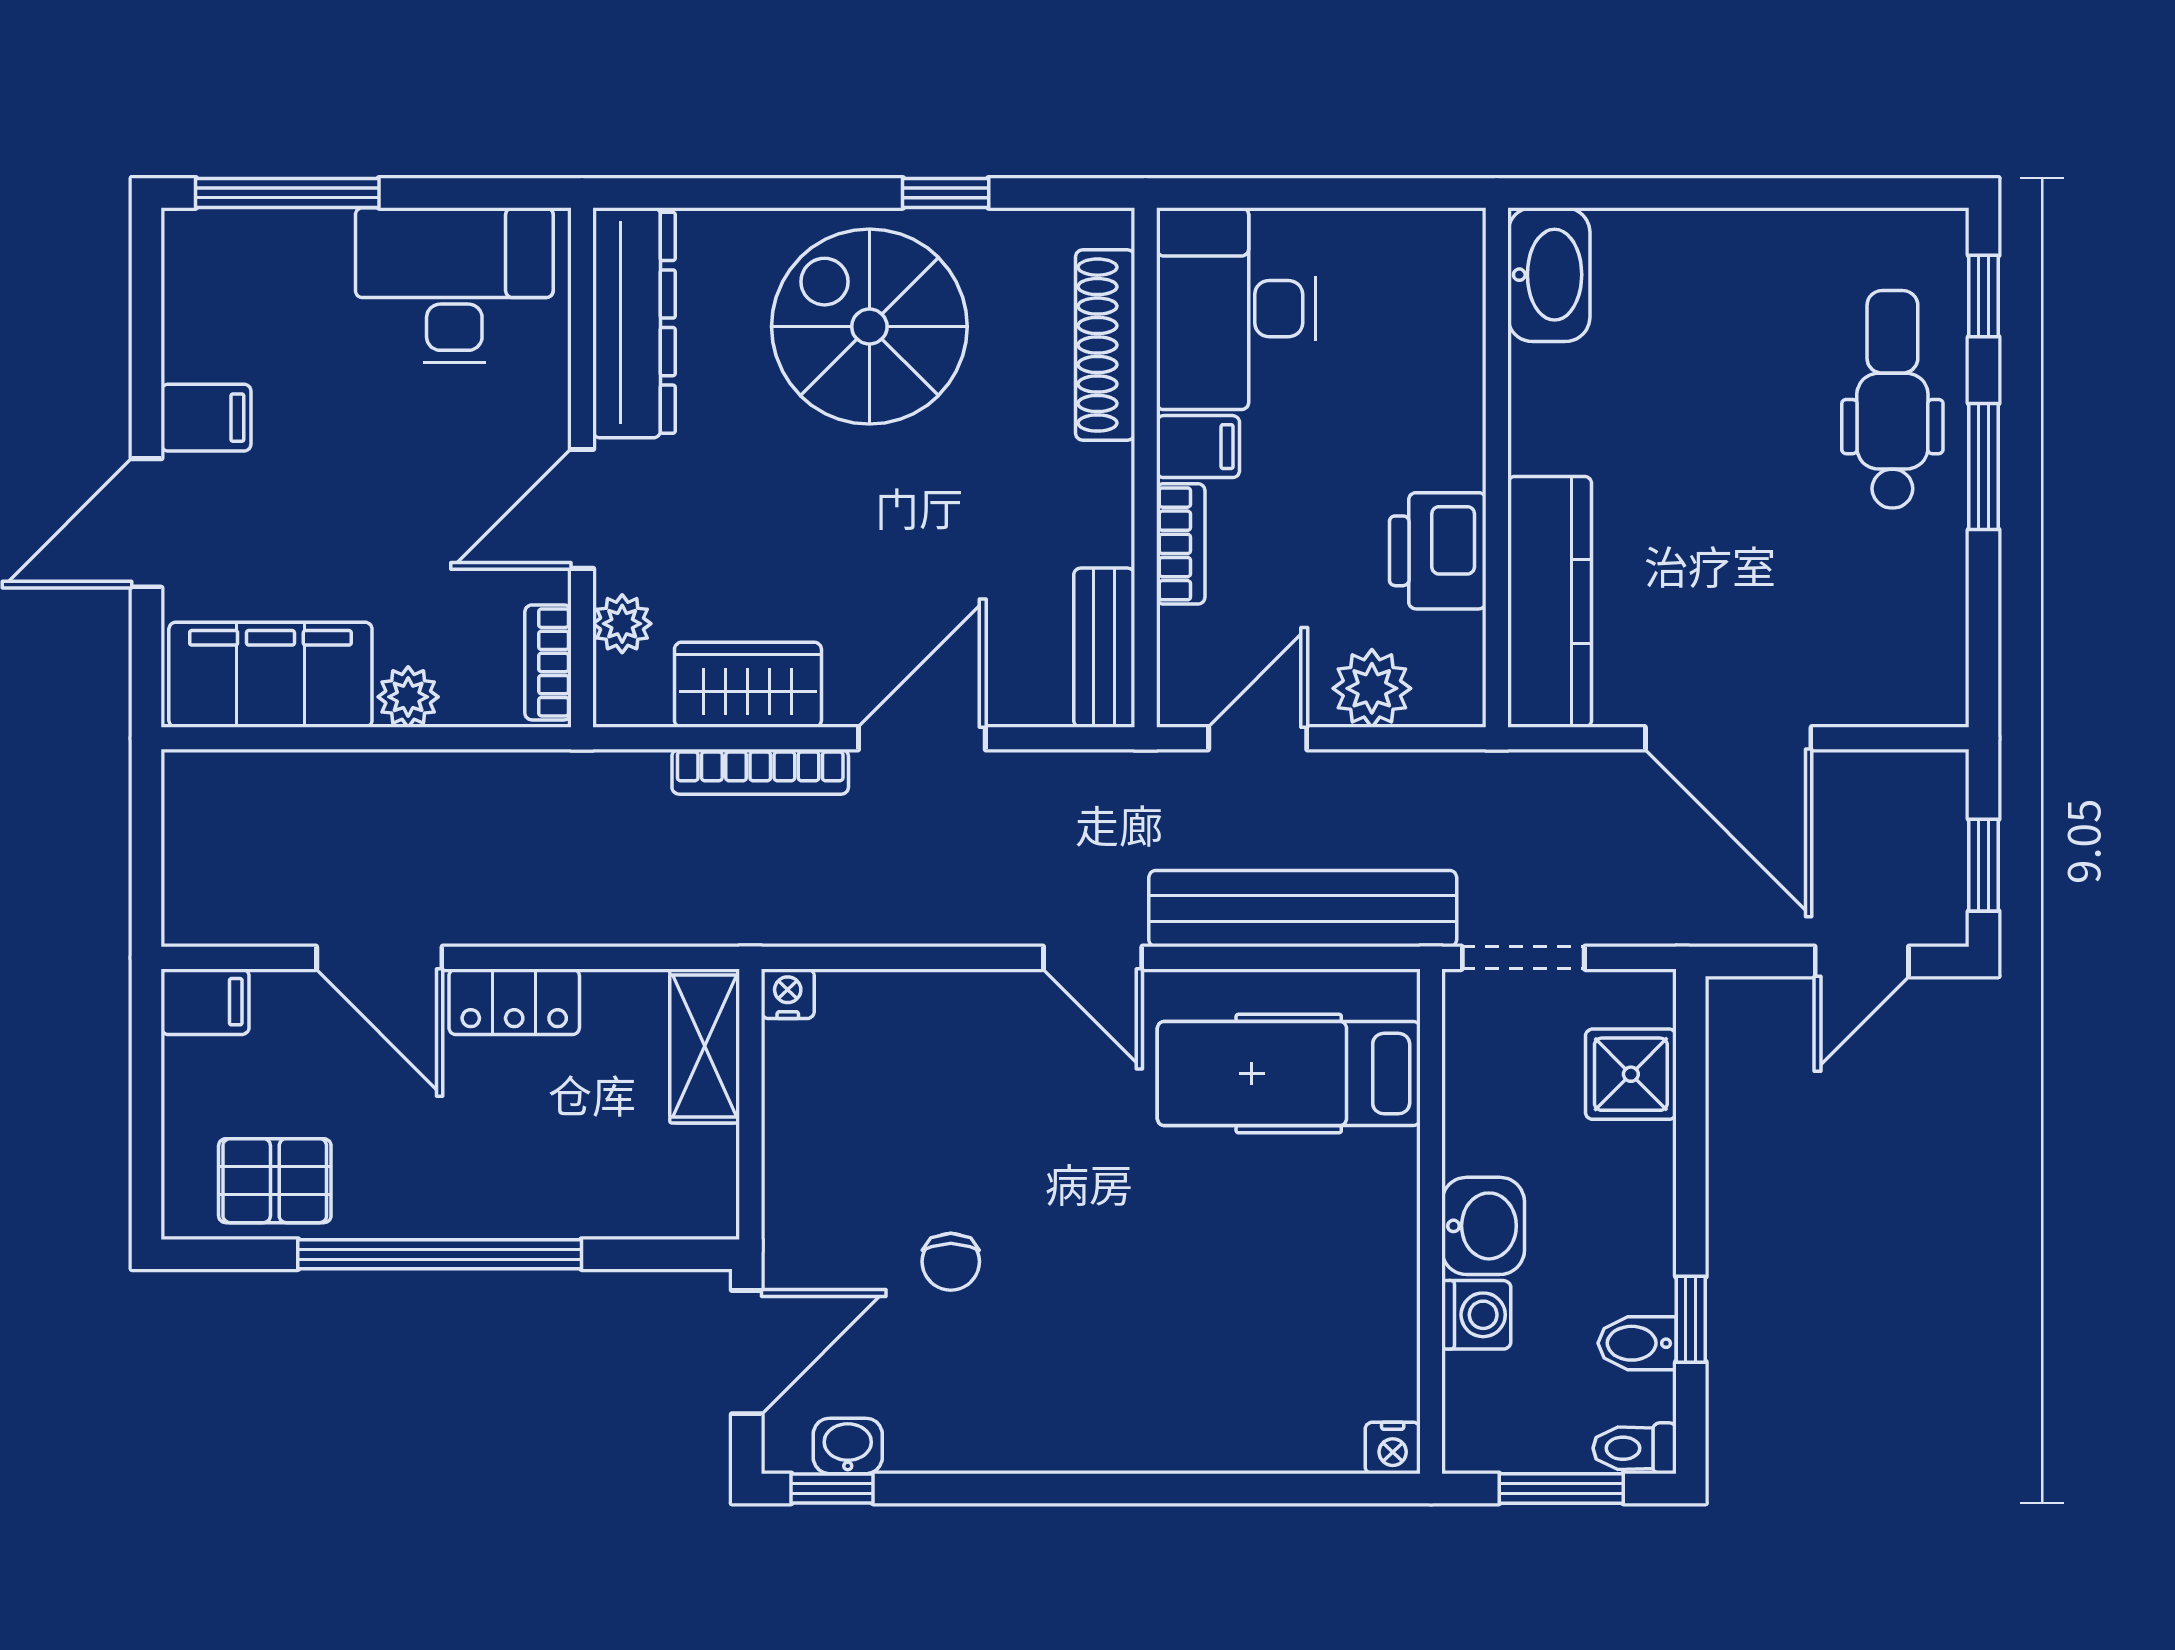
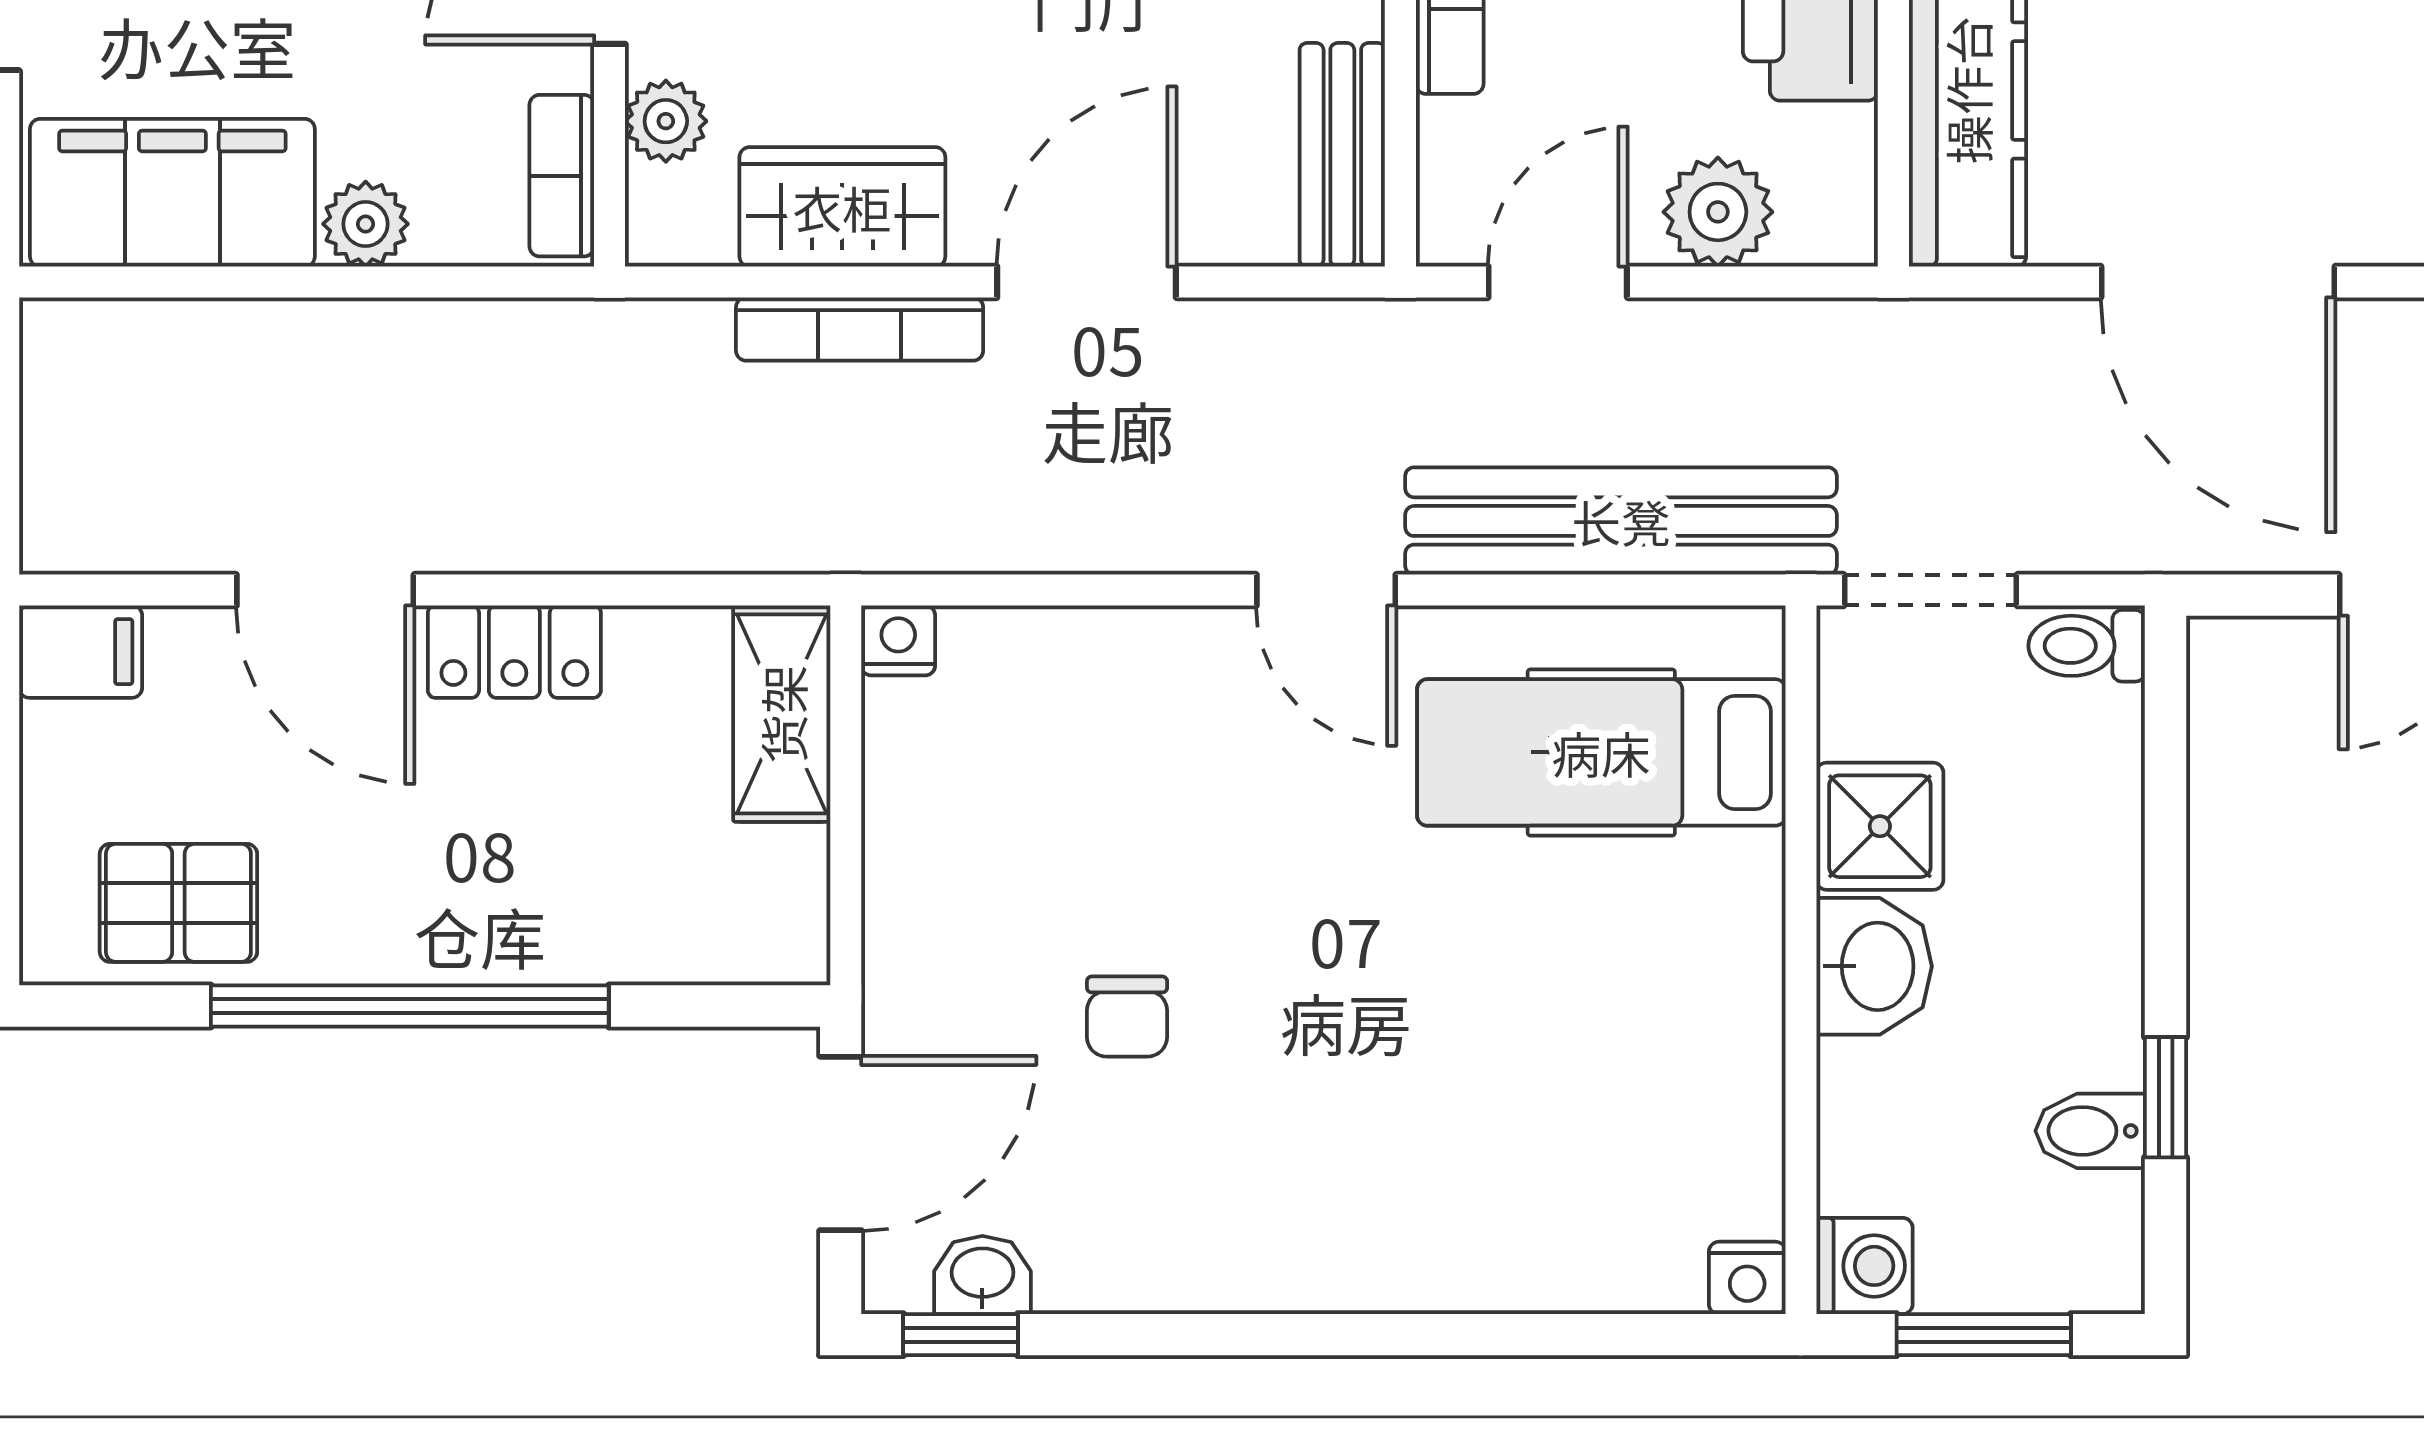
shower: (1631, 1074) -> (1880, 826), moved
washing machine: (1476, 1315) -> (1865, 1266), moved
toilet: (1635, 1448) -> (2087, 646), moved

